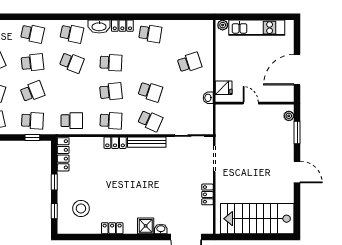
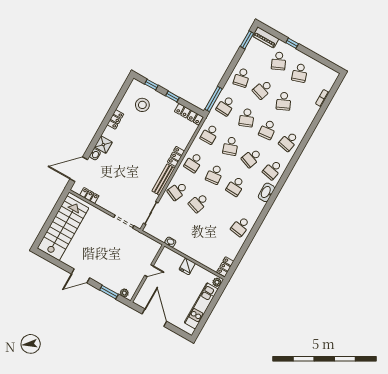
locker: (122, 26) -> (225, 267), moved
school desk: (189, 63) -> (231, 146), moved
fridge: (224, 88) -> (187, 266), moved
window: (32, 137) -> (214, 99), width x2.17
locker: (207, 194) -> (89, 196), moved

